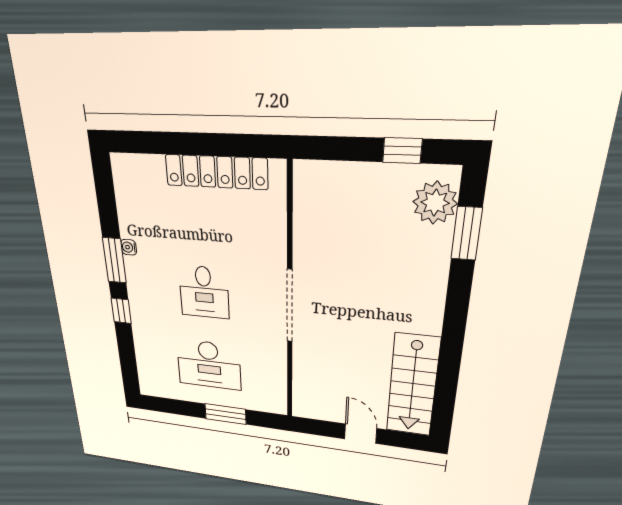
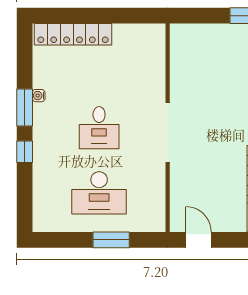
locker: (216, 172) -> (73, 34), moved
door: (361, 434) -> (199, 240), moved

